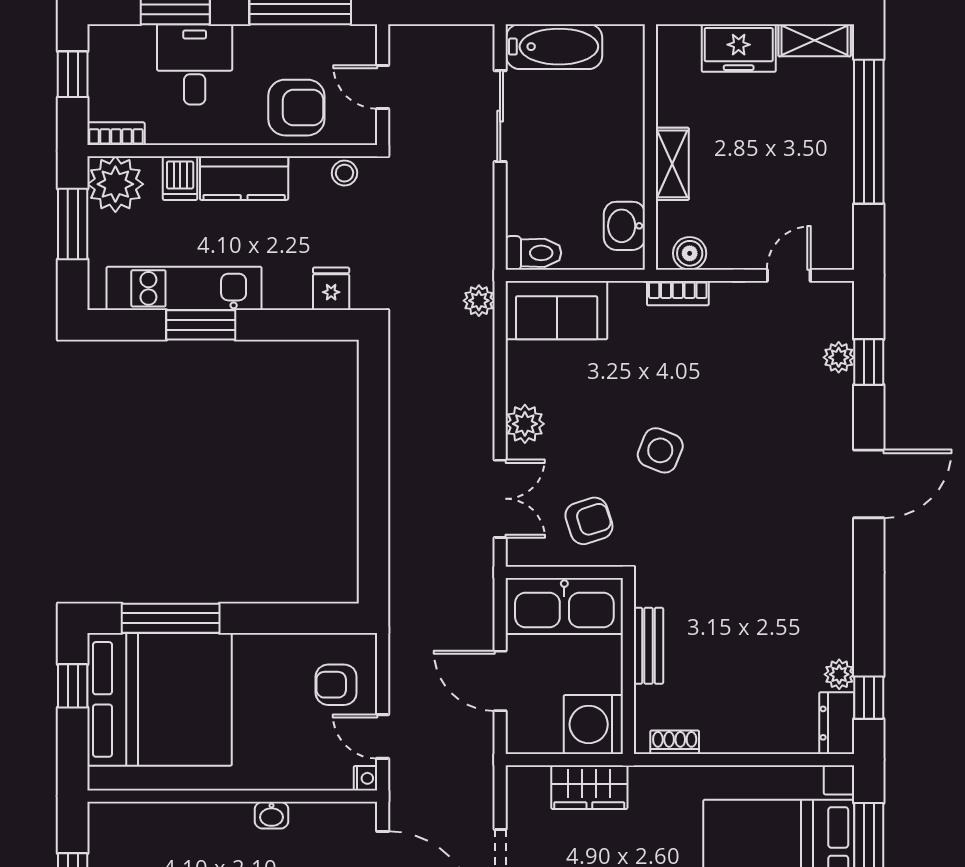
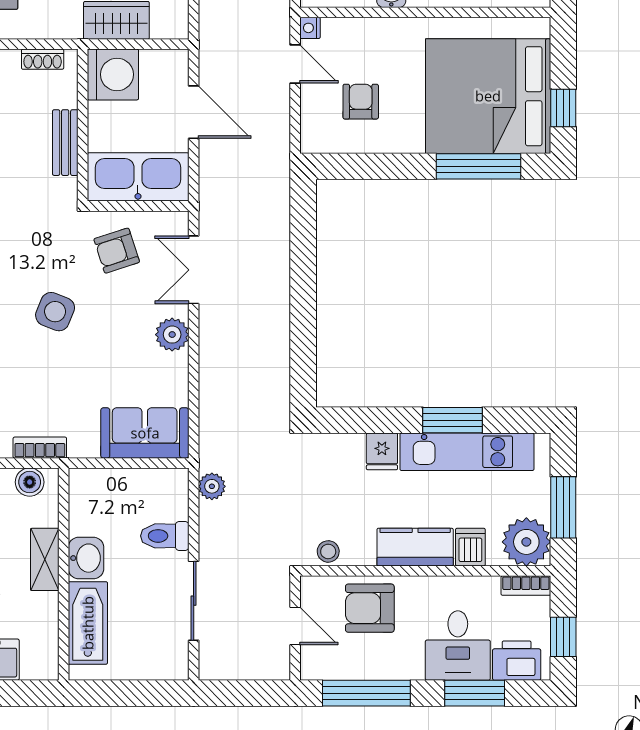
printer: (127, 47) -> (517, 661), added
bathtub: (554, 47) -> (88, 623), moved, turned 90
washbasin: (624, 226) -> (86, 558), moved
toilet: (533, 253) -> (165, 536), moved
fridge: (331, 289) -> (382, 451), moved
plant: (479, 301) -> (212, 486), moved
armchair: (336, 685) -> (361, 102), moved, turned -90

